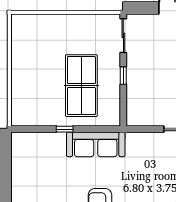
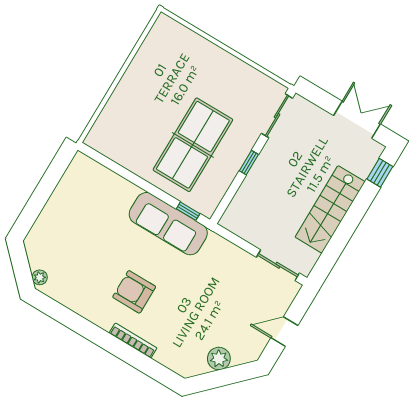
window: (65, 129) -> (188, 211), moved

